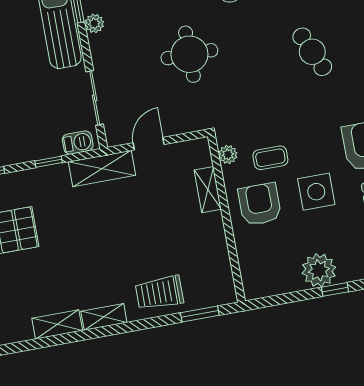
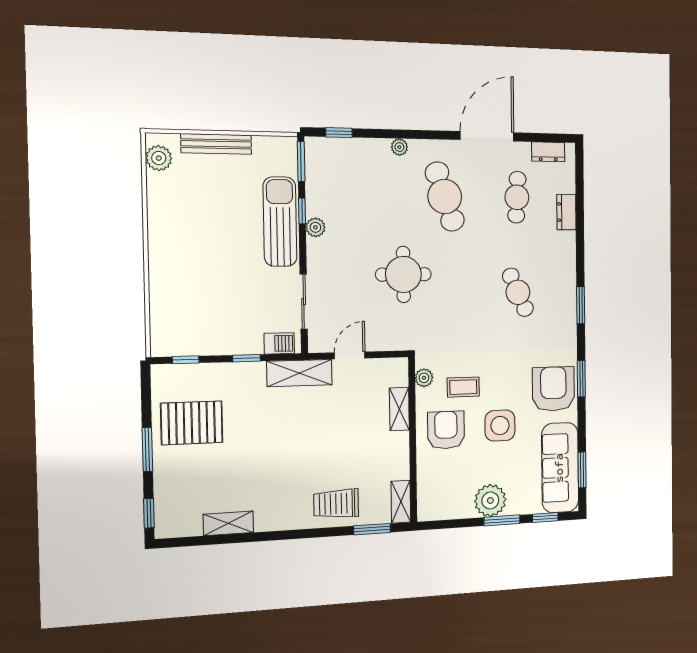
window: (335, 289) -> (502, 520), width x1.50
shelving: (104, 317) -> (401, 502), moved, turned 90

